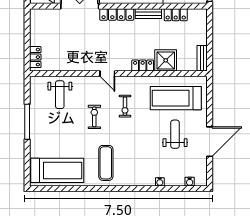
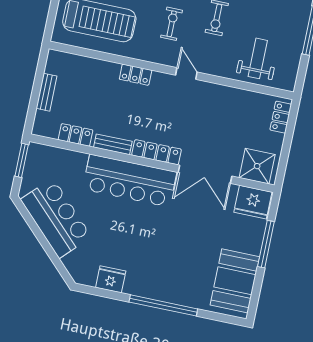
bench: (202, 58) -> (46, 92), moved
shower: (166, 60) -> (257, 166), moved

